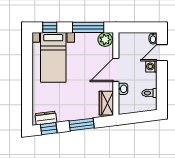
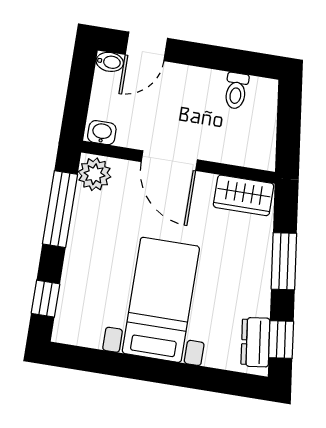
door: (162, 53) -> (146, 46), hinge flipped
bed with nightstands: (53, 57) -> (161, 300), moved, turned -90
washing machine: (151, 66) -> (175, 76), removed
washbasin: (123, 89) -> (102, 133), moved

